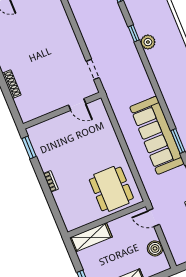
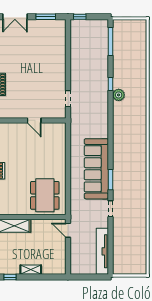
door: (77, 104) -> (34, 120), moved
boiler: (155, 248) -> (60, 254), removed

